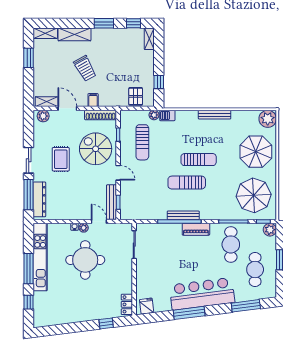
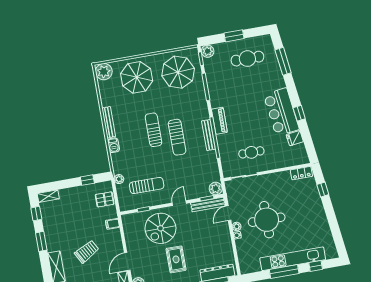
filing cabinet: (93, 100) -> (112, 224), moved
shoe rack: (101, 115) -> (128, 229), removed
barbecue: (167, 115) -> (114, 145), moved
rug: (61, 159) -> (176, 259), turned 90
plant: (127, 213) -> (216, 189), added
cafe table: (231, 244) -> (251, 152), moved, width x0.73, depth x0.74
kitchen unit: (40, 257) -> (293, 259), moved
bar counter: (202, 294) -> (281, 112), width x0.73
fridge: (147, 306) -> (295, 138), moved
window: (189, 313) -> (299, 113), width x0.46

